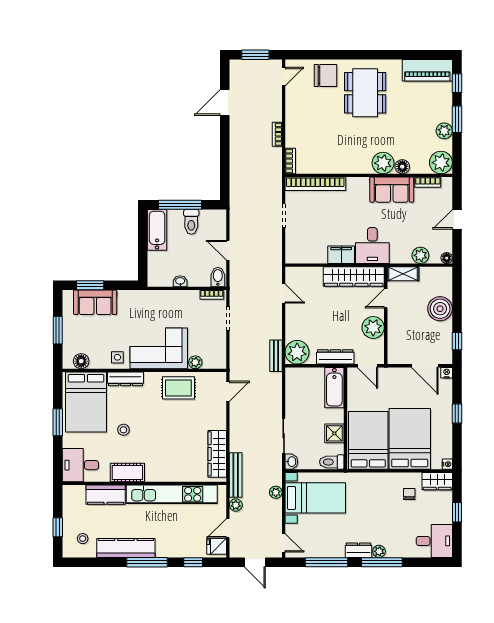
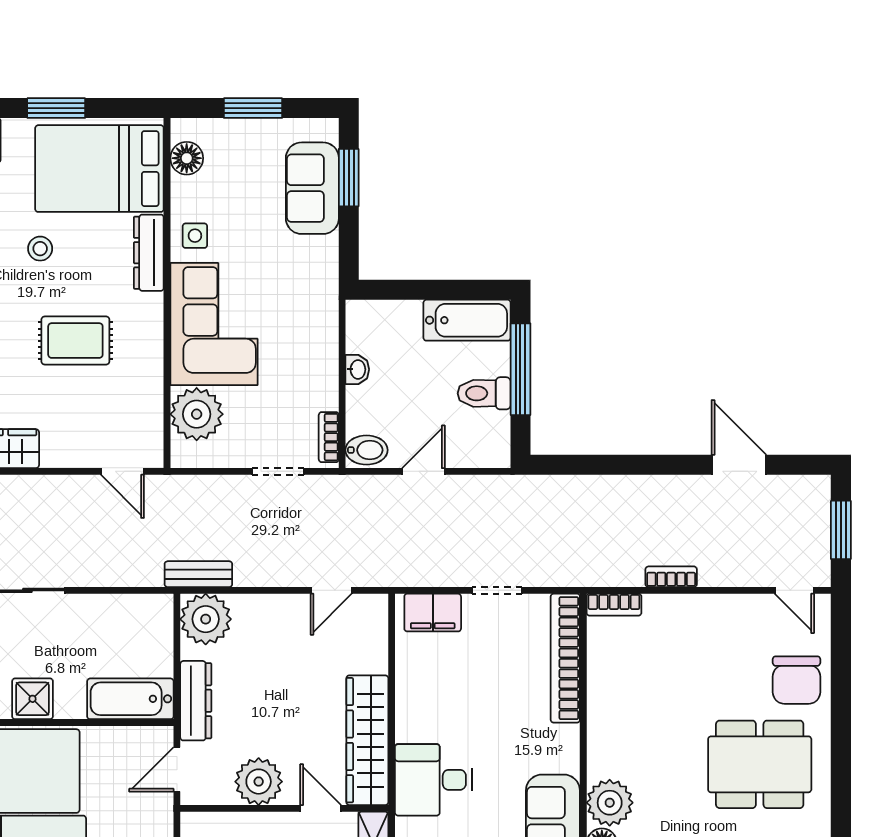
filing cabinet: (341, 255) -> (433, 613), moved, turned 90
plant: (195, 362) -> (197, 414), width x1.88, depth x1.88
rug: (178, 388) -> (75, 341), moved, turned 90

